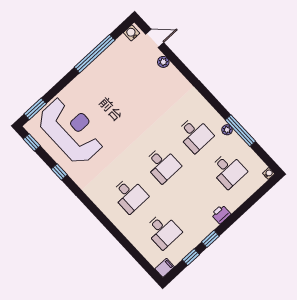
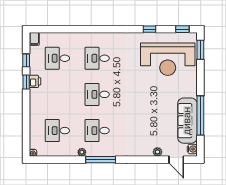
door: (155, 38) -> (176, 160), hinge flipped
sofa: (110, 61) -> (187, 121), added
window: (240, 131) -> (101, 160), moved
printer: (221, 214) -> (35, 81), moved

